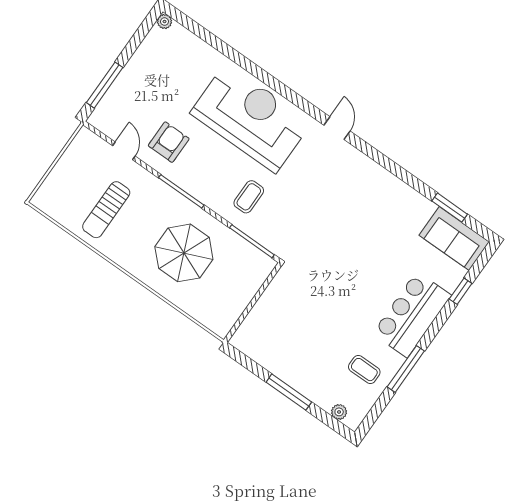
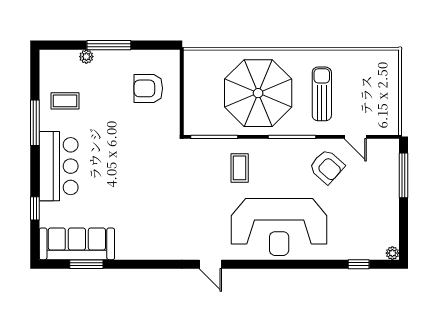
window: (202, 33) -> (359, 264), added
armchair: (169, 142) -> (327, 167), turned -48
sun lounger: (106, 210) -> (322, 94), moved
sofa: (454, 239) -> (77, 244), width x1.36
parasol: (184, 253) -> (258, 93), width x1.36, depth x1.36
armchair: (281, 327) -> (148, 88), added
plant: (339, 412) -> (86, 57), moved

